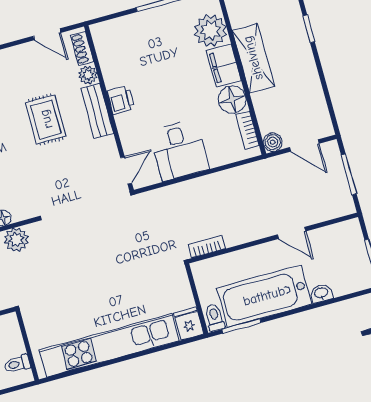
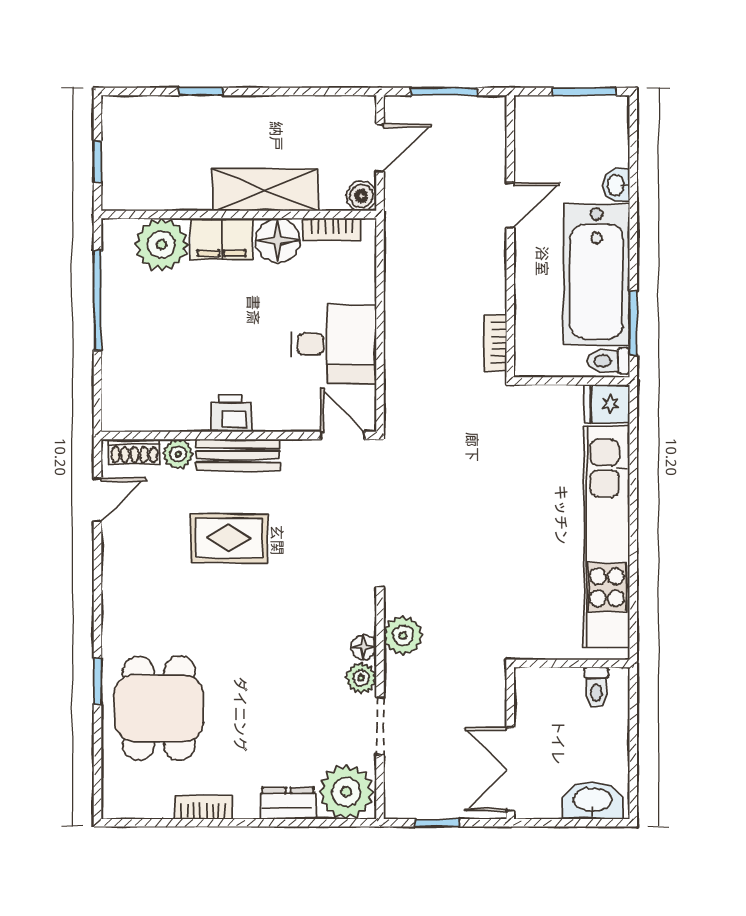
shelving: (253, 58) -> (265, 190), moved

